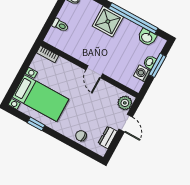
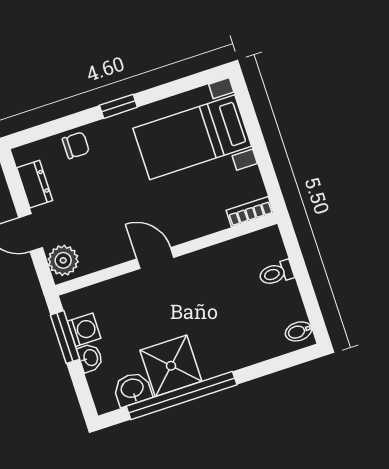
shower: (108, 21) -> (171, 366), moved
window: (157, 65) -> (65, 337), moved
window: (36, 124) -> (118, 106), moved

